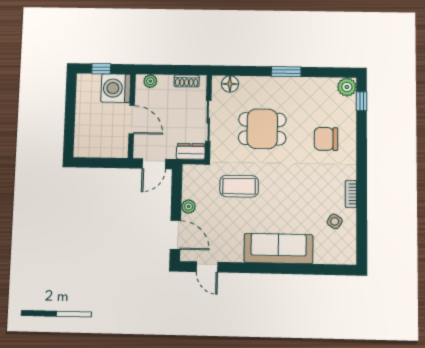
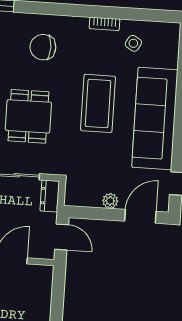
chair: (326, 139) -> (43, 47), turned 90
coffee table: (239, 186) -> (98, 103), moved, width x1.36, depth x1.32
sofa: (278, 249) -> (155, 119), width x1.36, depth x1.27

